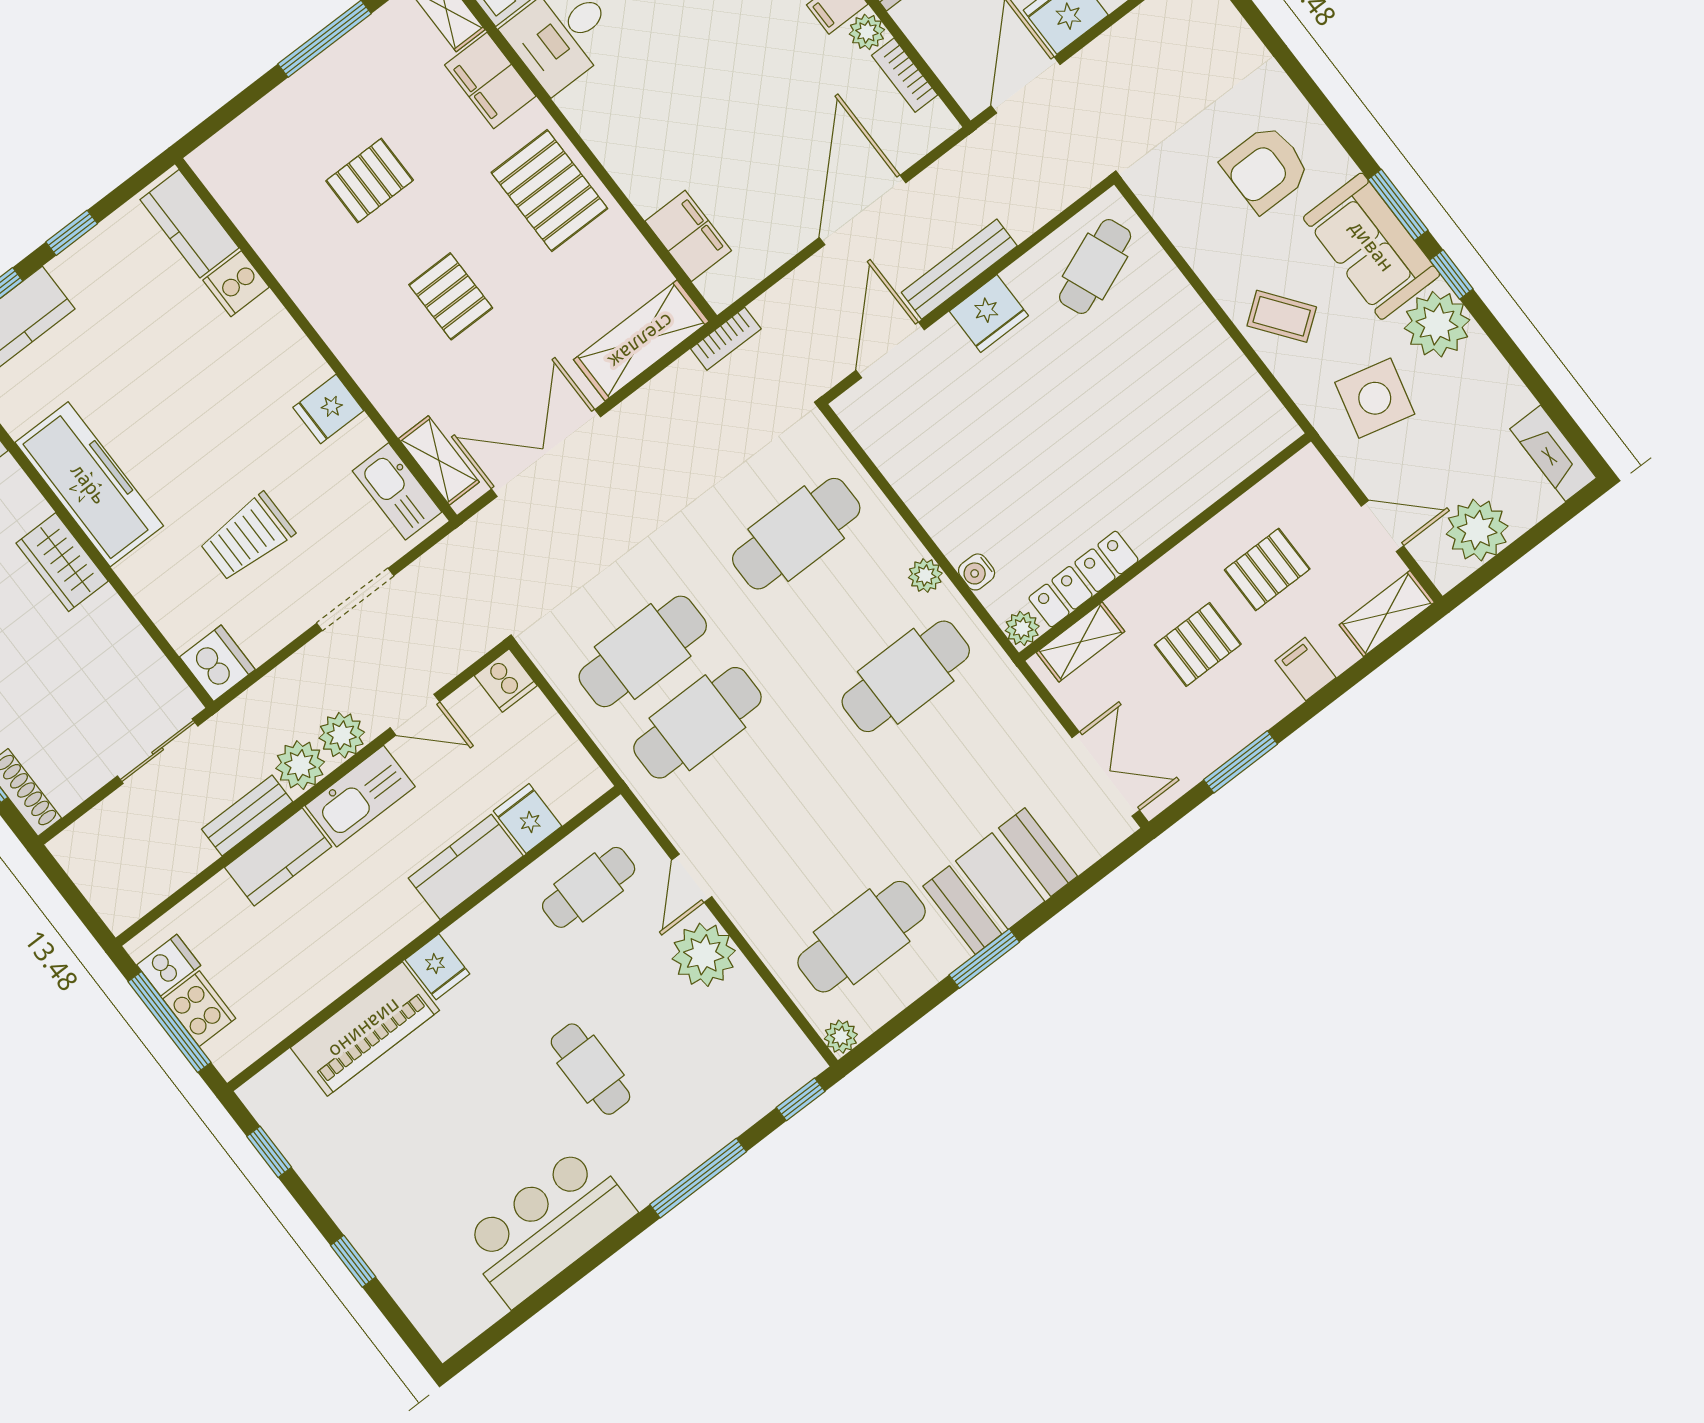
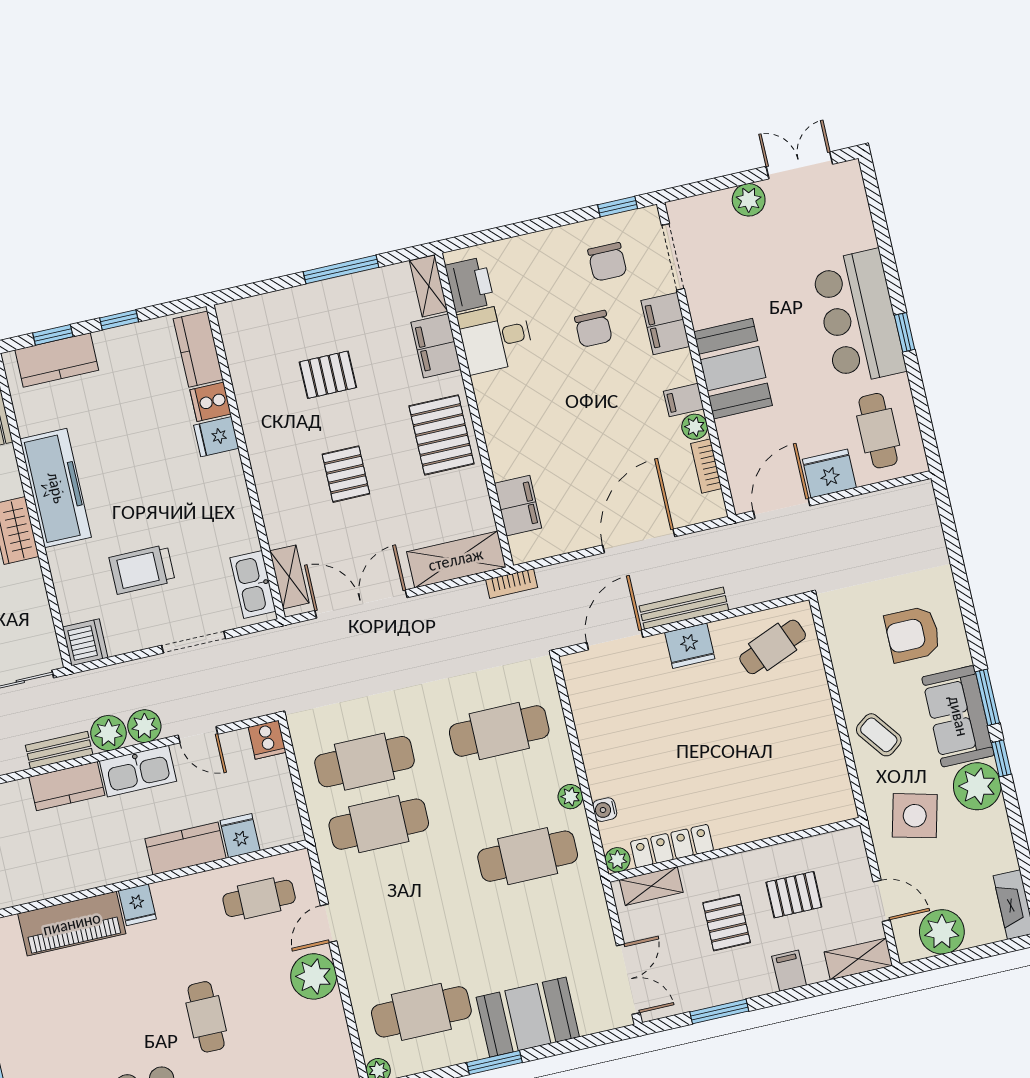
fridge: (328, 409) -> (216, 437), moved
pallet: (1198, 644) -> (727, 923), turned 90

